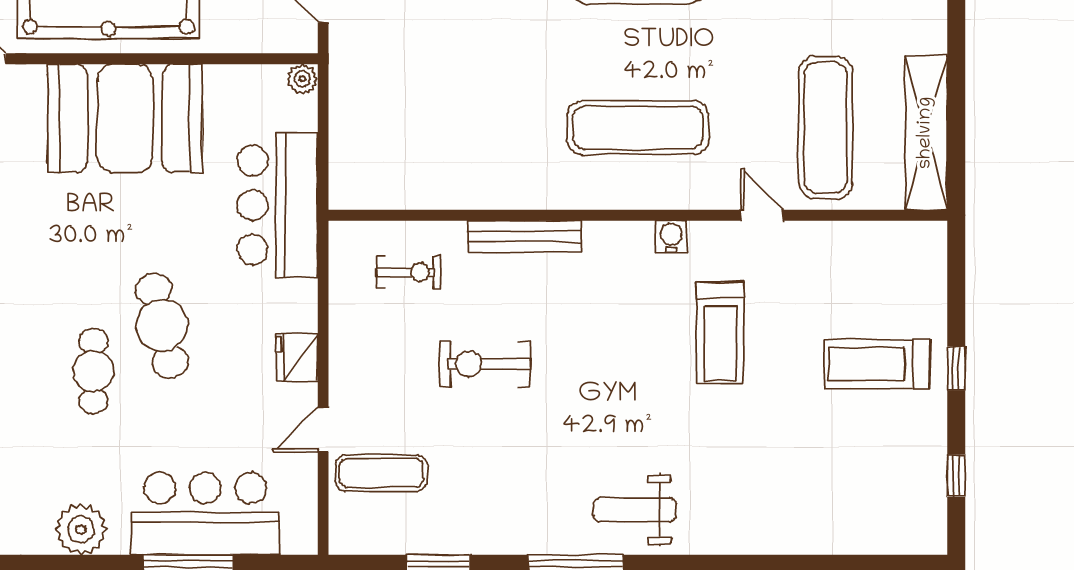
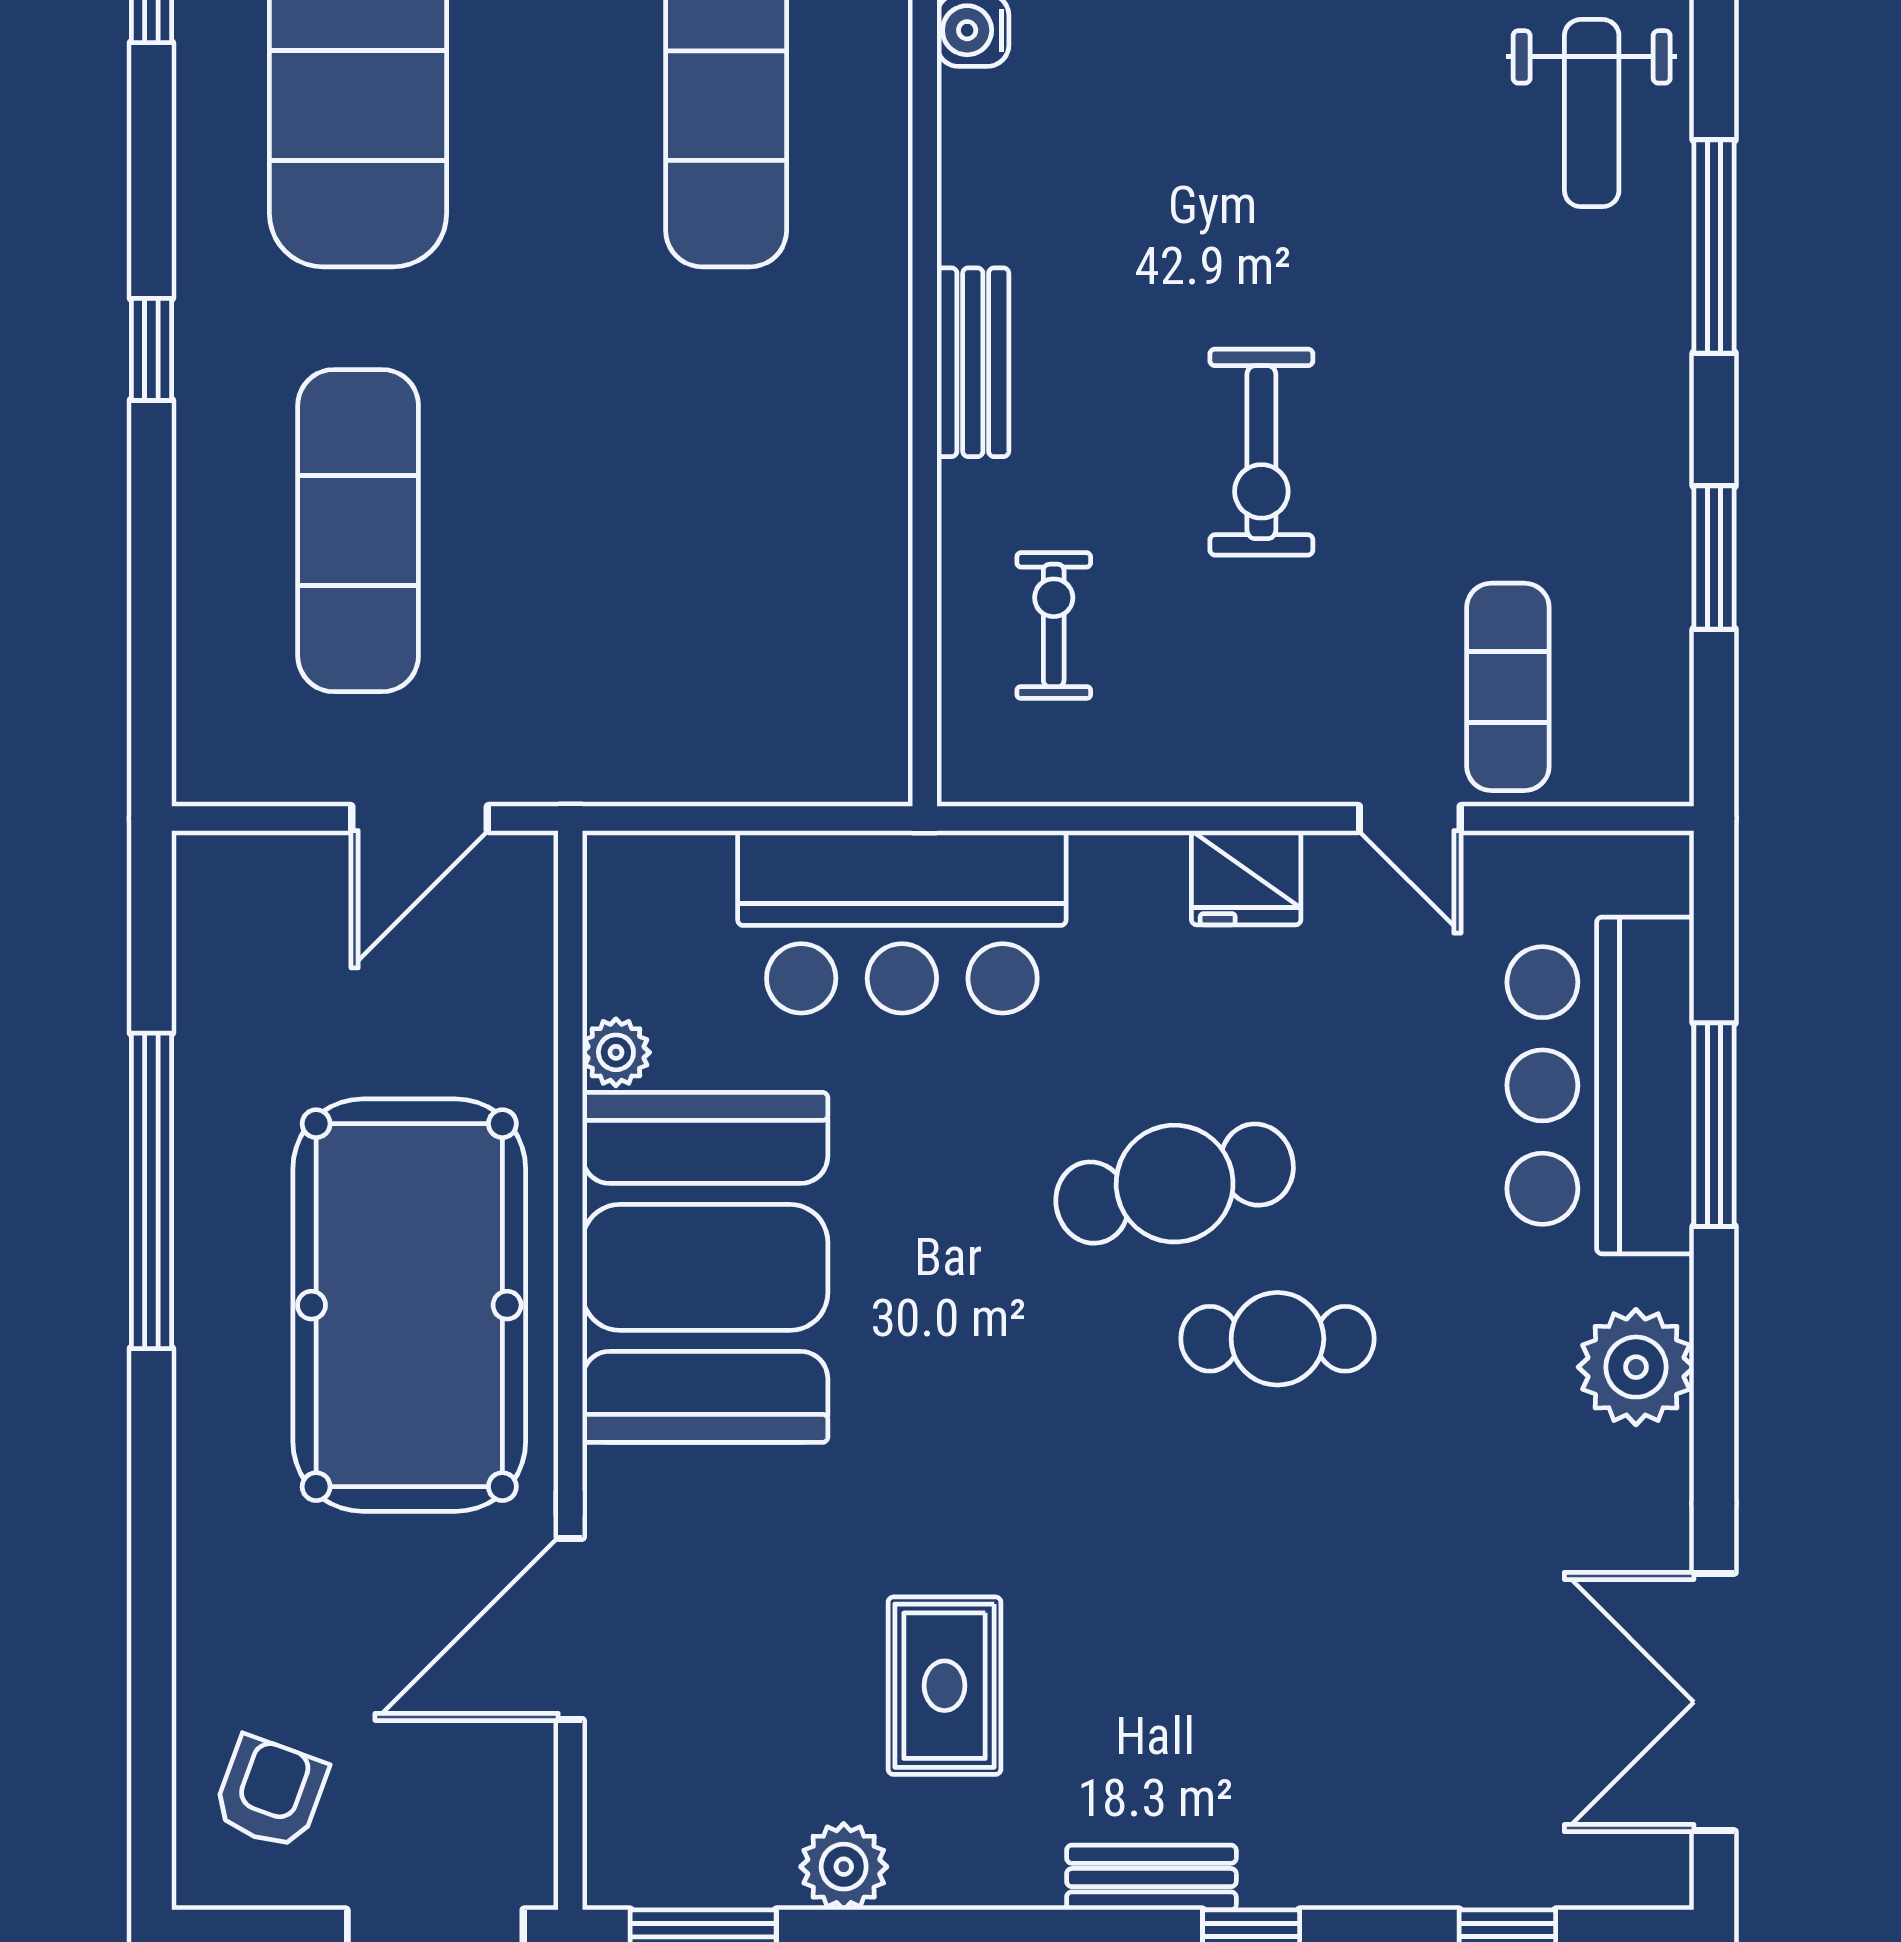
plant: (302, 79) -> (616, 1052), moved
bench: (525, 236) -> (973, 362), width x0.73

